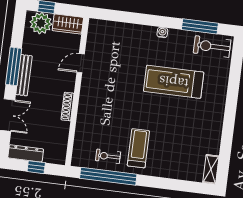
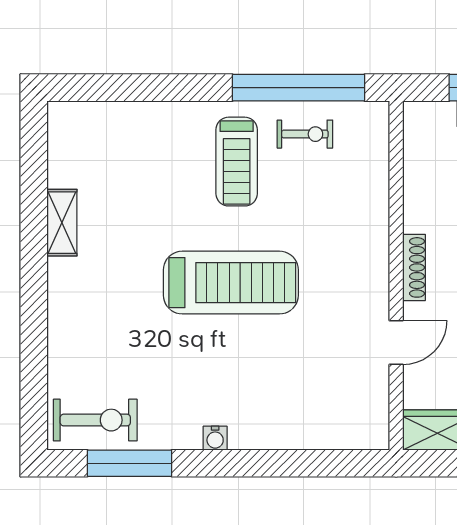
treadmill: (174, 82) -> (231, 283), moved
shoe rack: (67, 106) -> (414, 267), moved
shelving: (211, 169) -> (62, 223), moved

